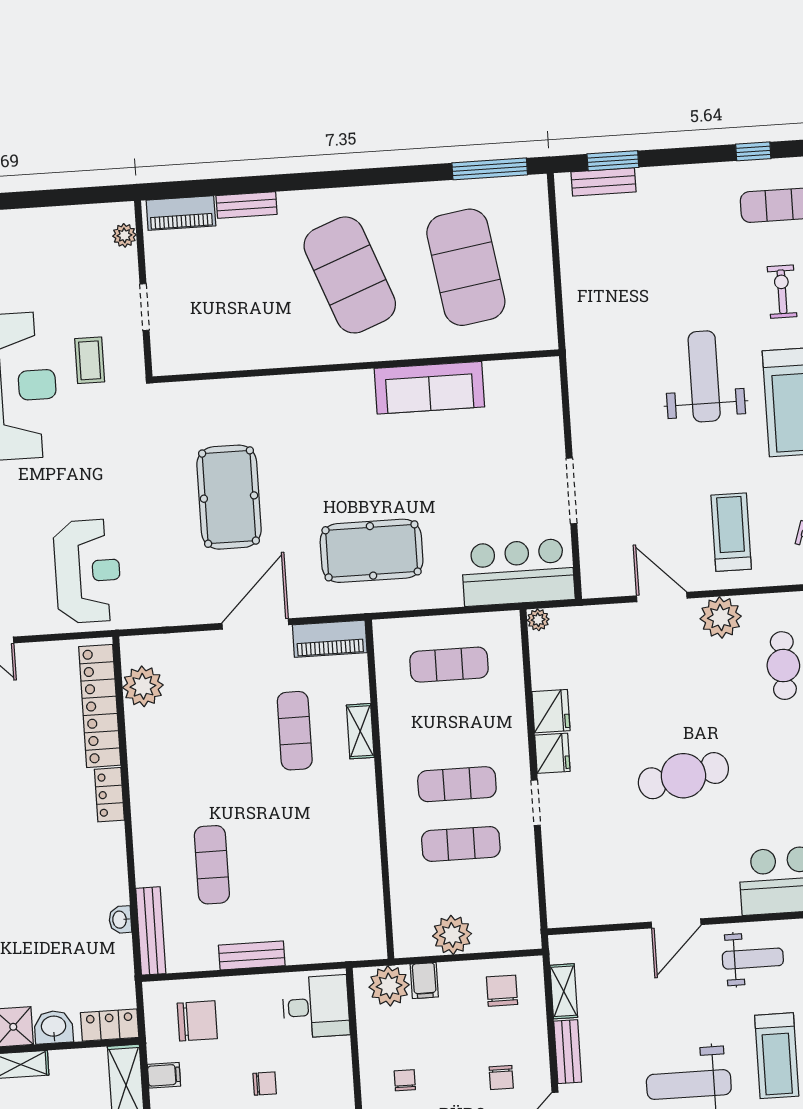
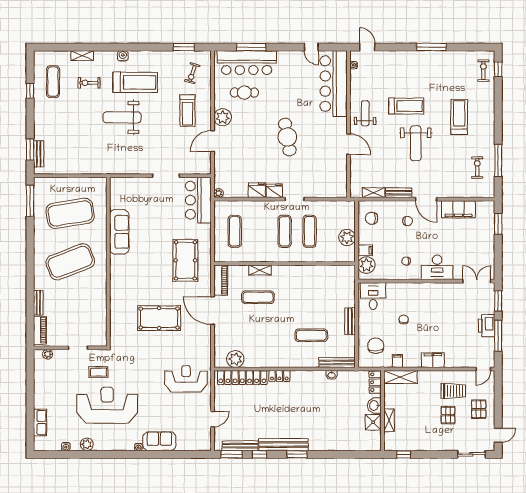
treadmill: (731, 532) -> (187, 111), turned -90

